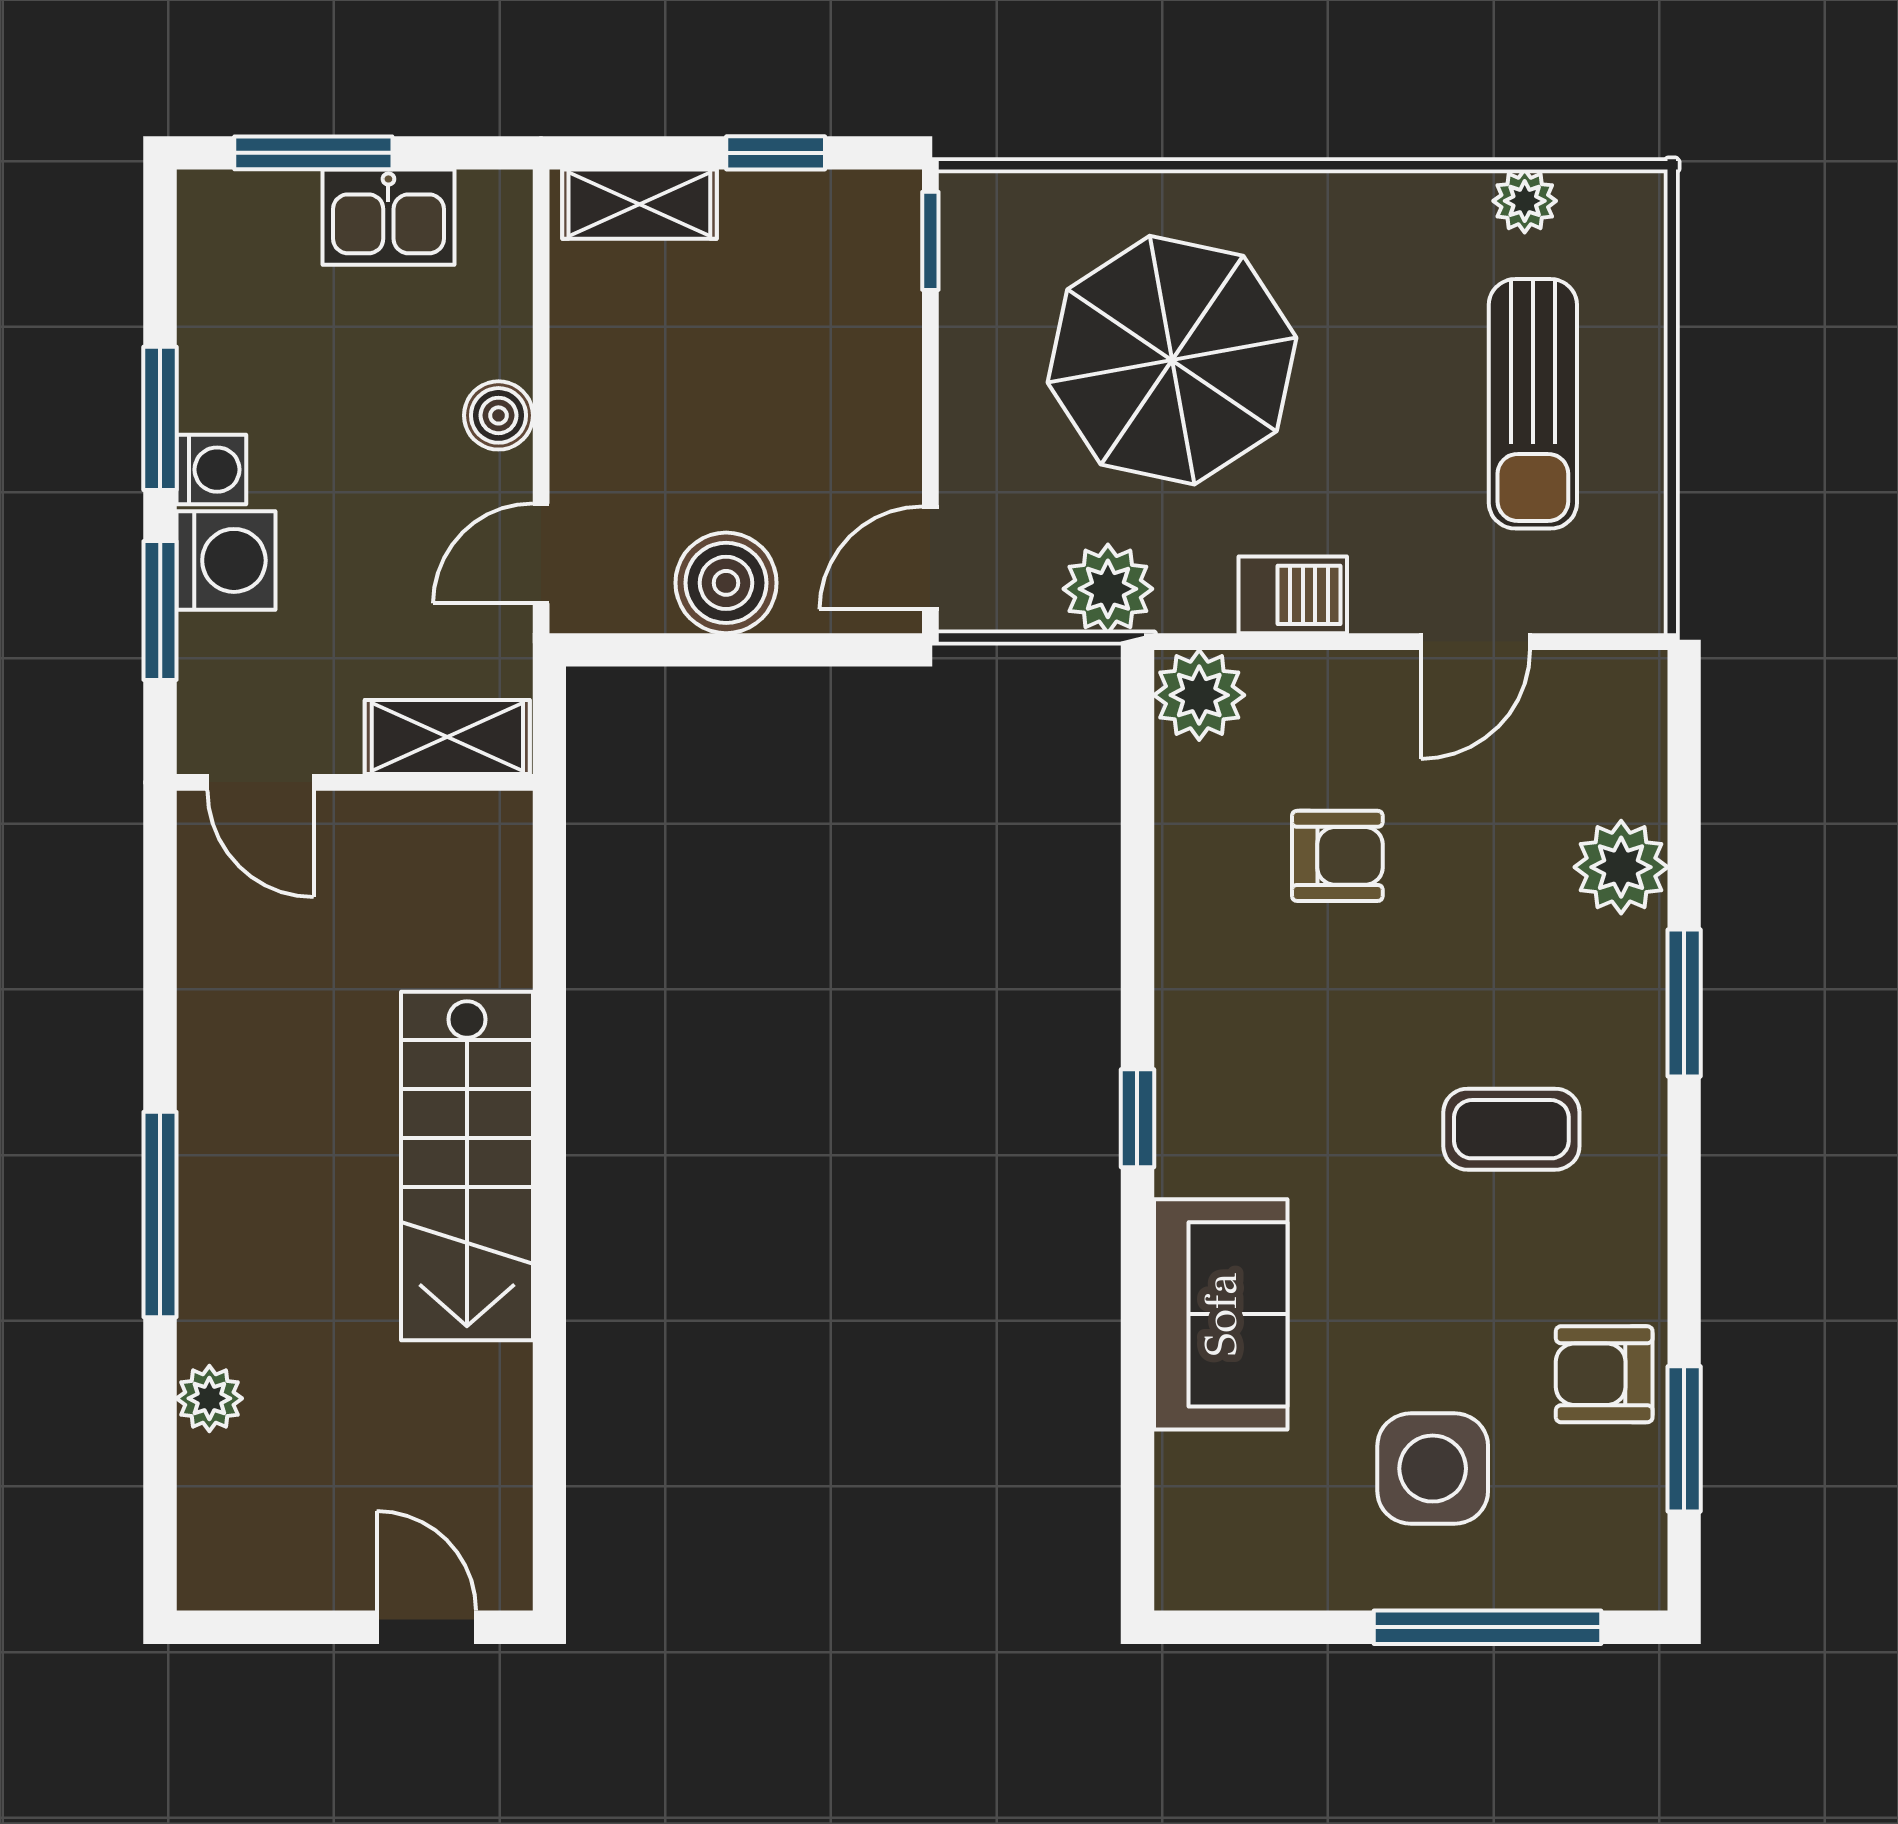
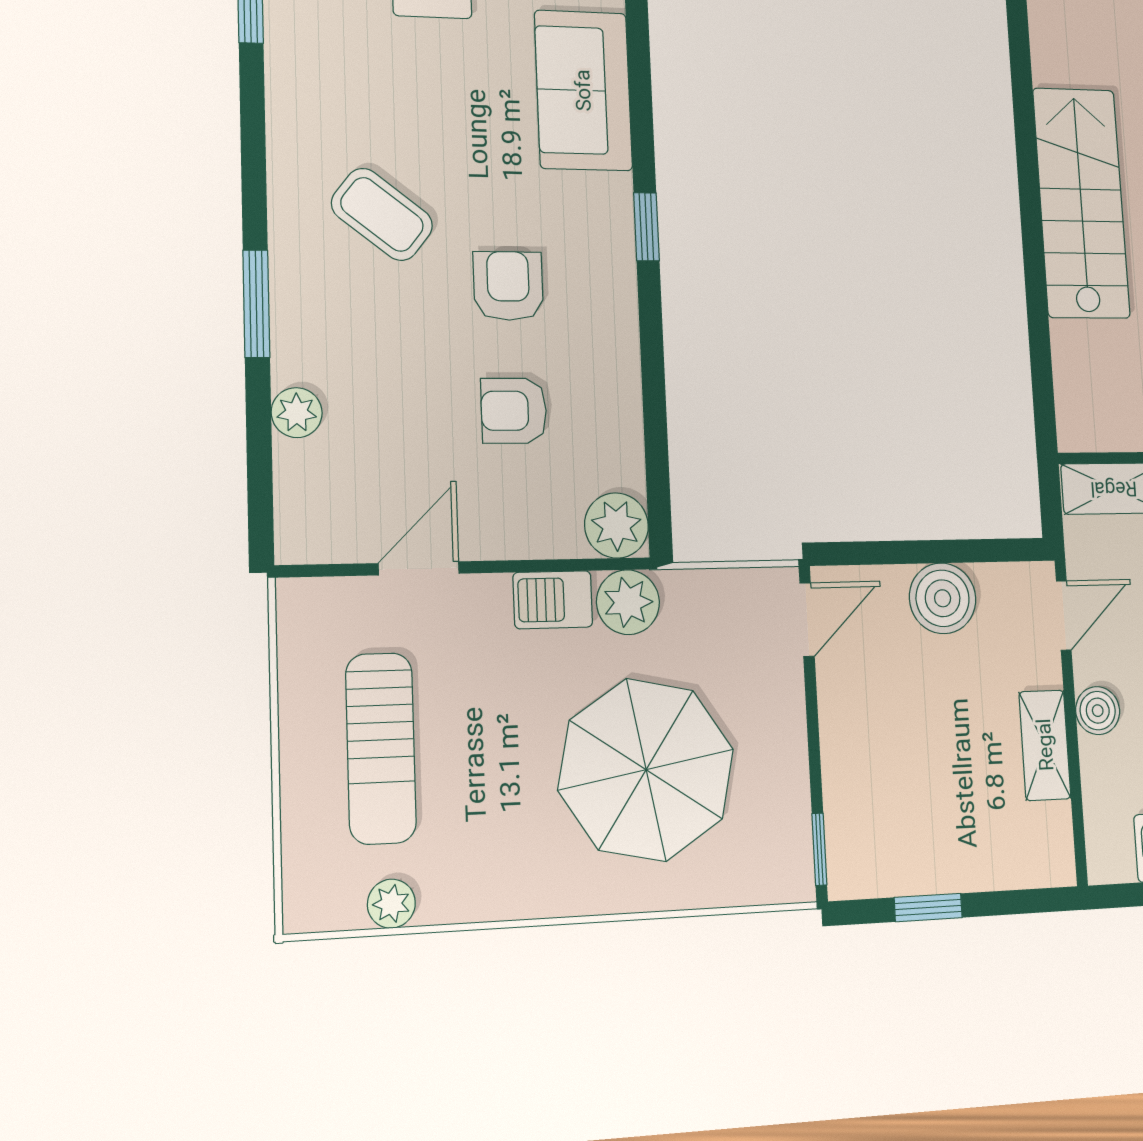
shelving: (639, 204) -> (1045, 745), moved, turned 90
sun lounger: (1533, 404) -> (381, 748), turned 180
plant: (1108, 589) -> (628, 602), moved
plant: (1621, 867) -> (297, 413), width x0.73, depth x0.73
coffee table: (1511, 1129) -> (382, 214), turned 38
armchair: (1604, 1374) -> (508, 286), moved, turned -90

